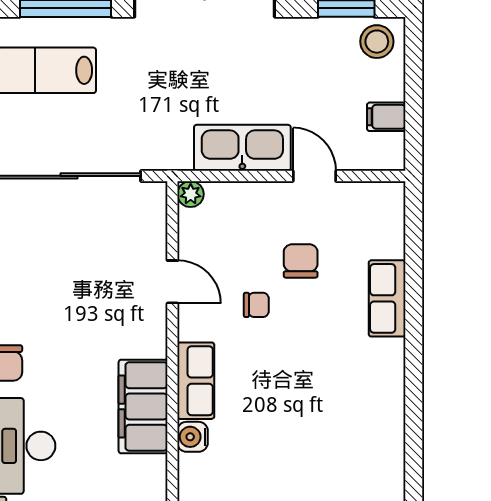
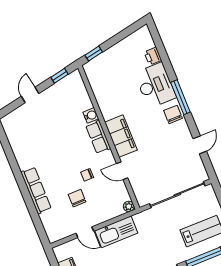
chair: (301, 261) -> (77, 198), turned 180
row of seats: (387, 298) -> (36, 190), width x1.48
filing cabinet: (143, 406) -> (121, 136), moved

